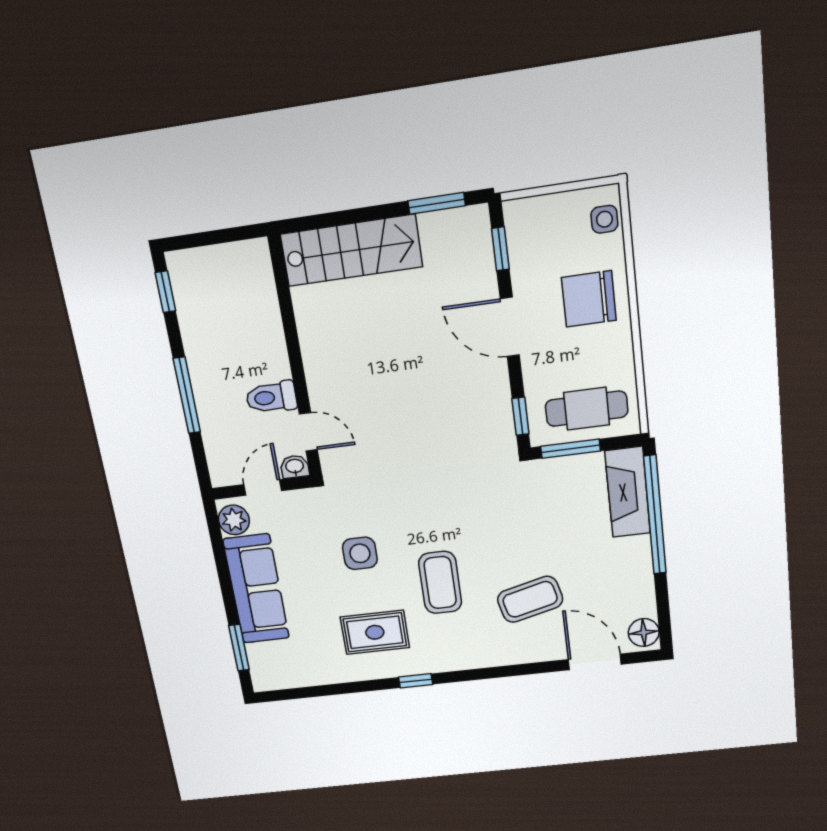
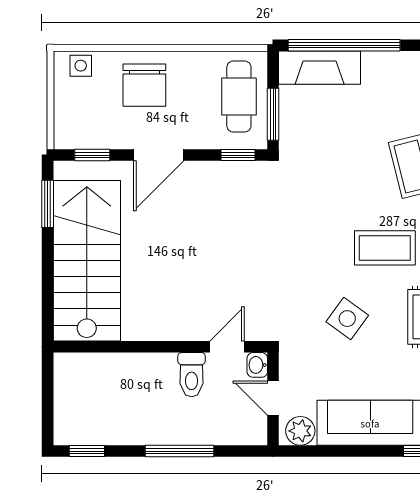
stairs: (351, 251) -> (87, 261), width x1.36, depth x1.51
side table: (360, 553) -> (347, 319), turned 36

